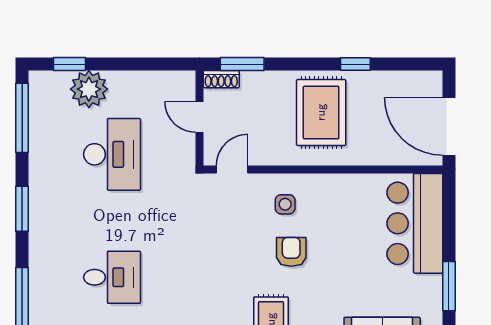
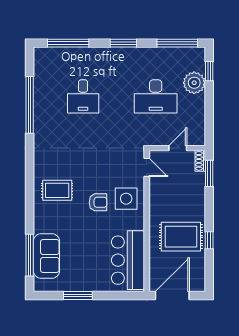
rug: (321, 112) -> (181, 237), moved
side table: (285, 204) -> (126, 199), width x1.87, depth x1.87
bar counter: (415, 223) -> (128, 260), moved, turned -90

